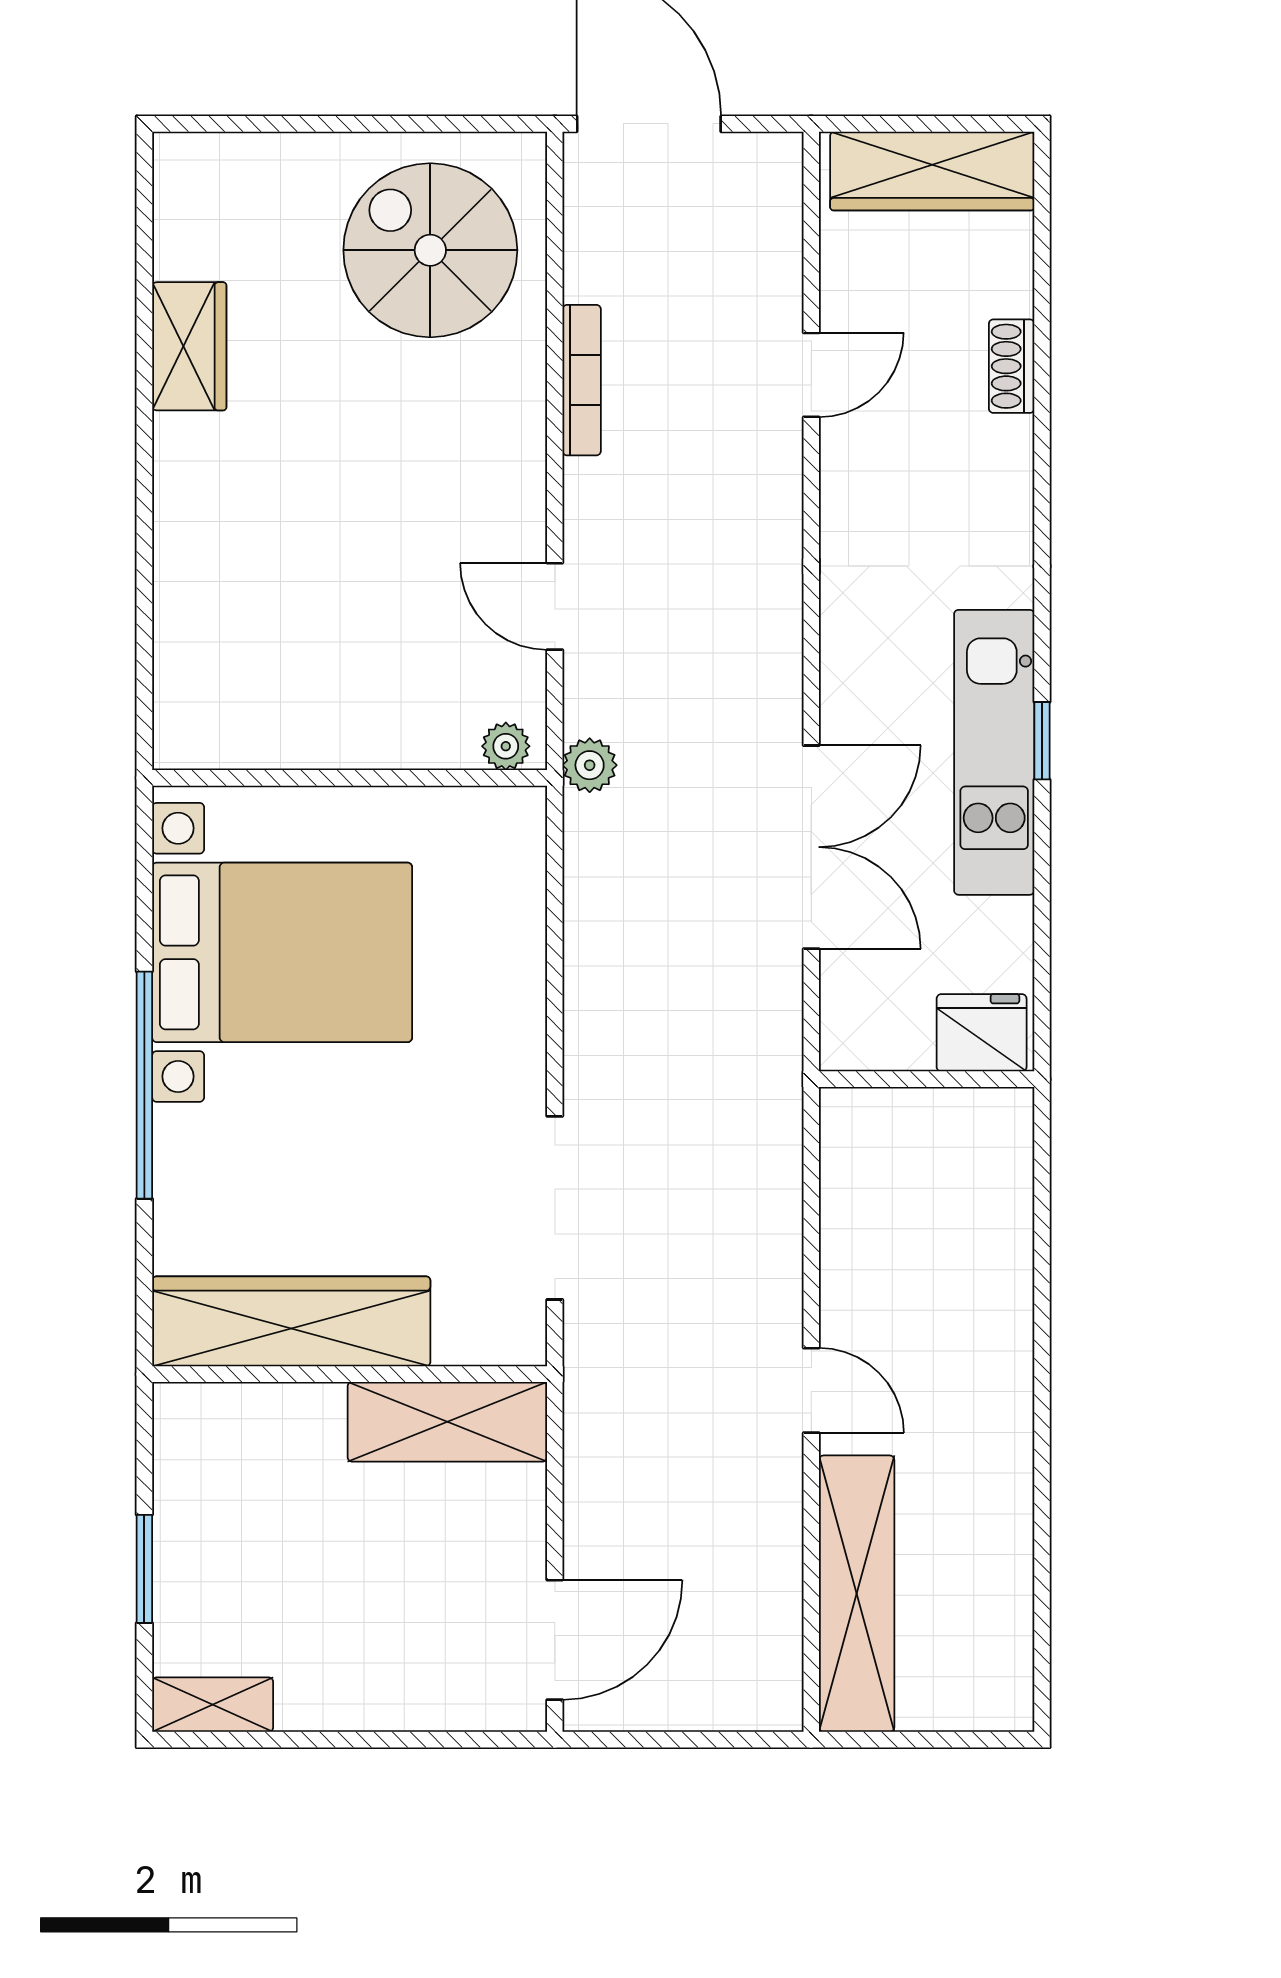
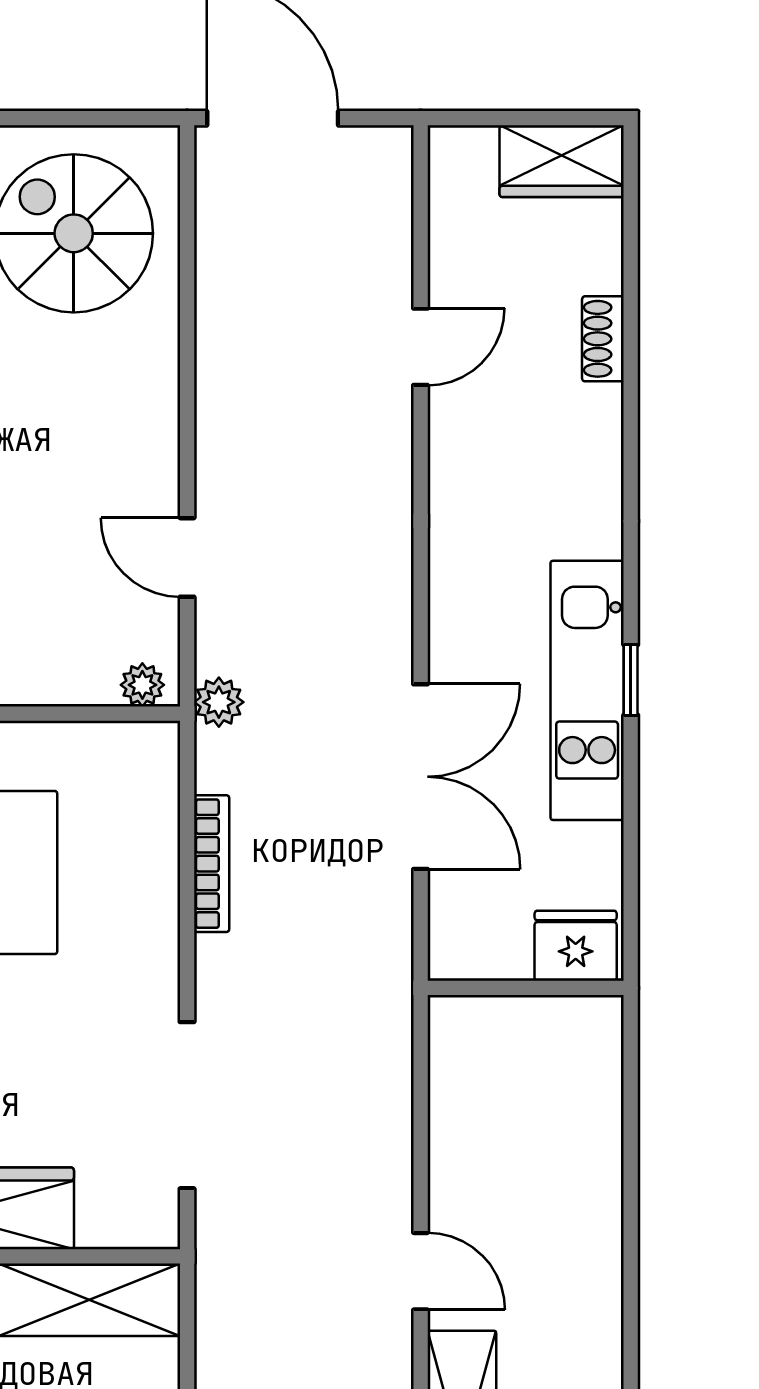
wardrobe: (932, 171) -> (562, 161), width x0.67
bookcase: (582, 380) -> (212, 864), moved

